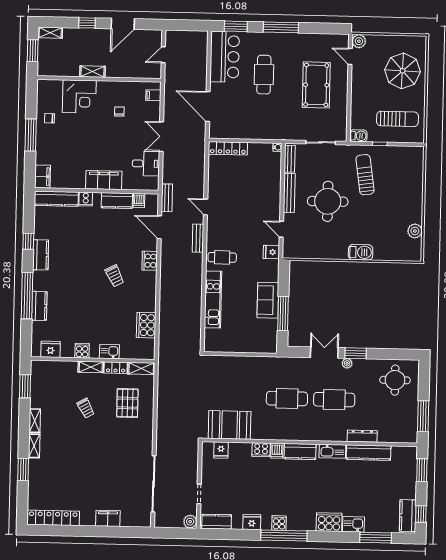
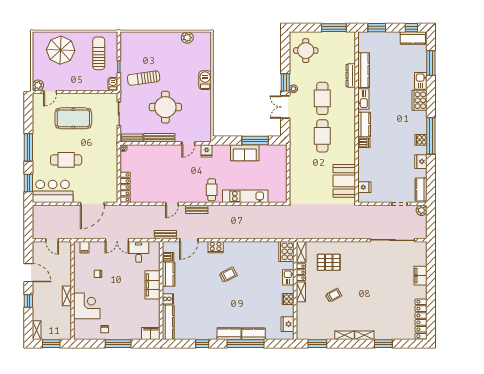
kitchen counter: (41, 255) -> (229, 334), moved
cooker: (146, 325) -> (286, 251), moved, turned 90
cooker: (261, 450) -> (363, 155), removed

